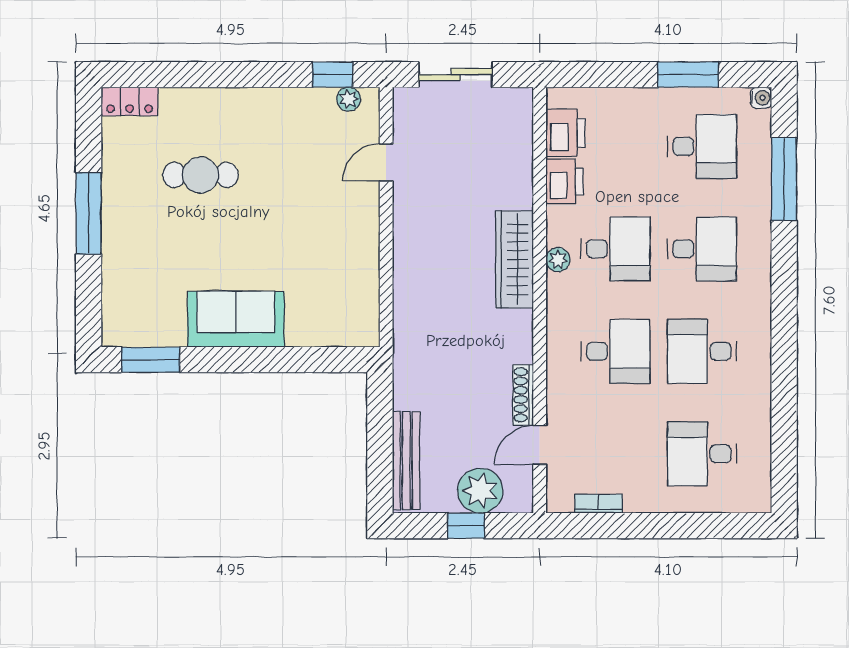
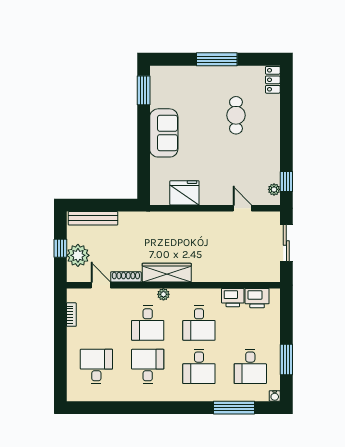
wardrobe: (515, 259) -> (167, 273), moved
plant: (558, 260) -> (163, 294), moved
fridge: (355, 278) -> (184, 193), added

